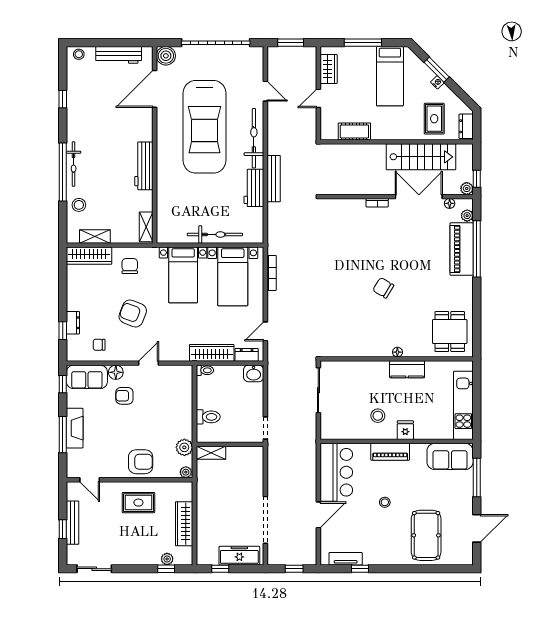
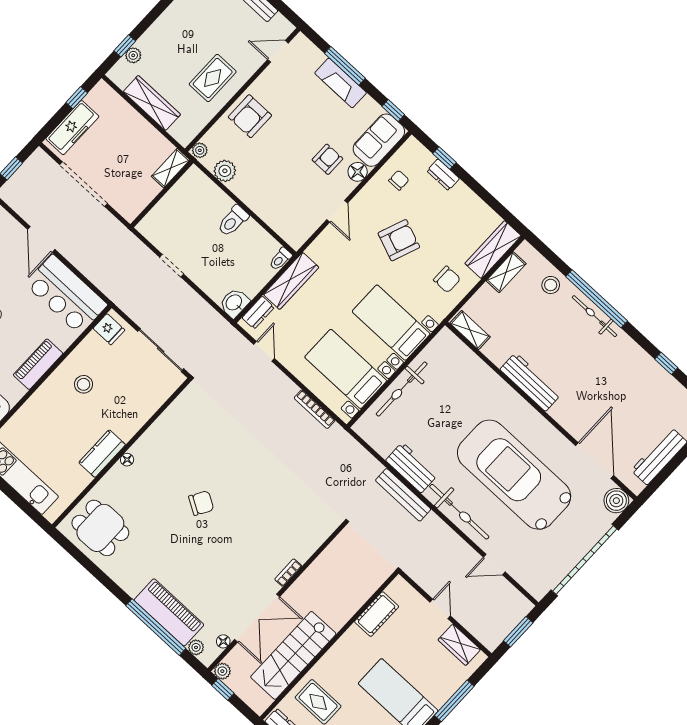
fridge: (405, 430) -> (109, 329), moved
wall: (230, 444) -> (162, 194), moved
shelving: (211, 453) -> (171, 168), moved

